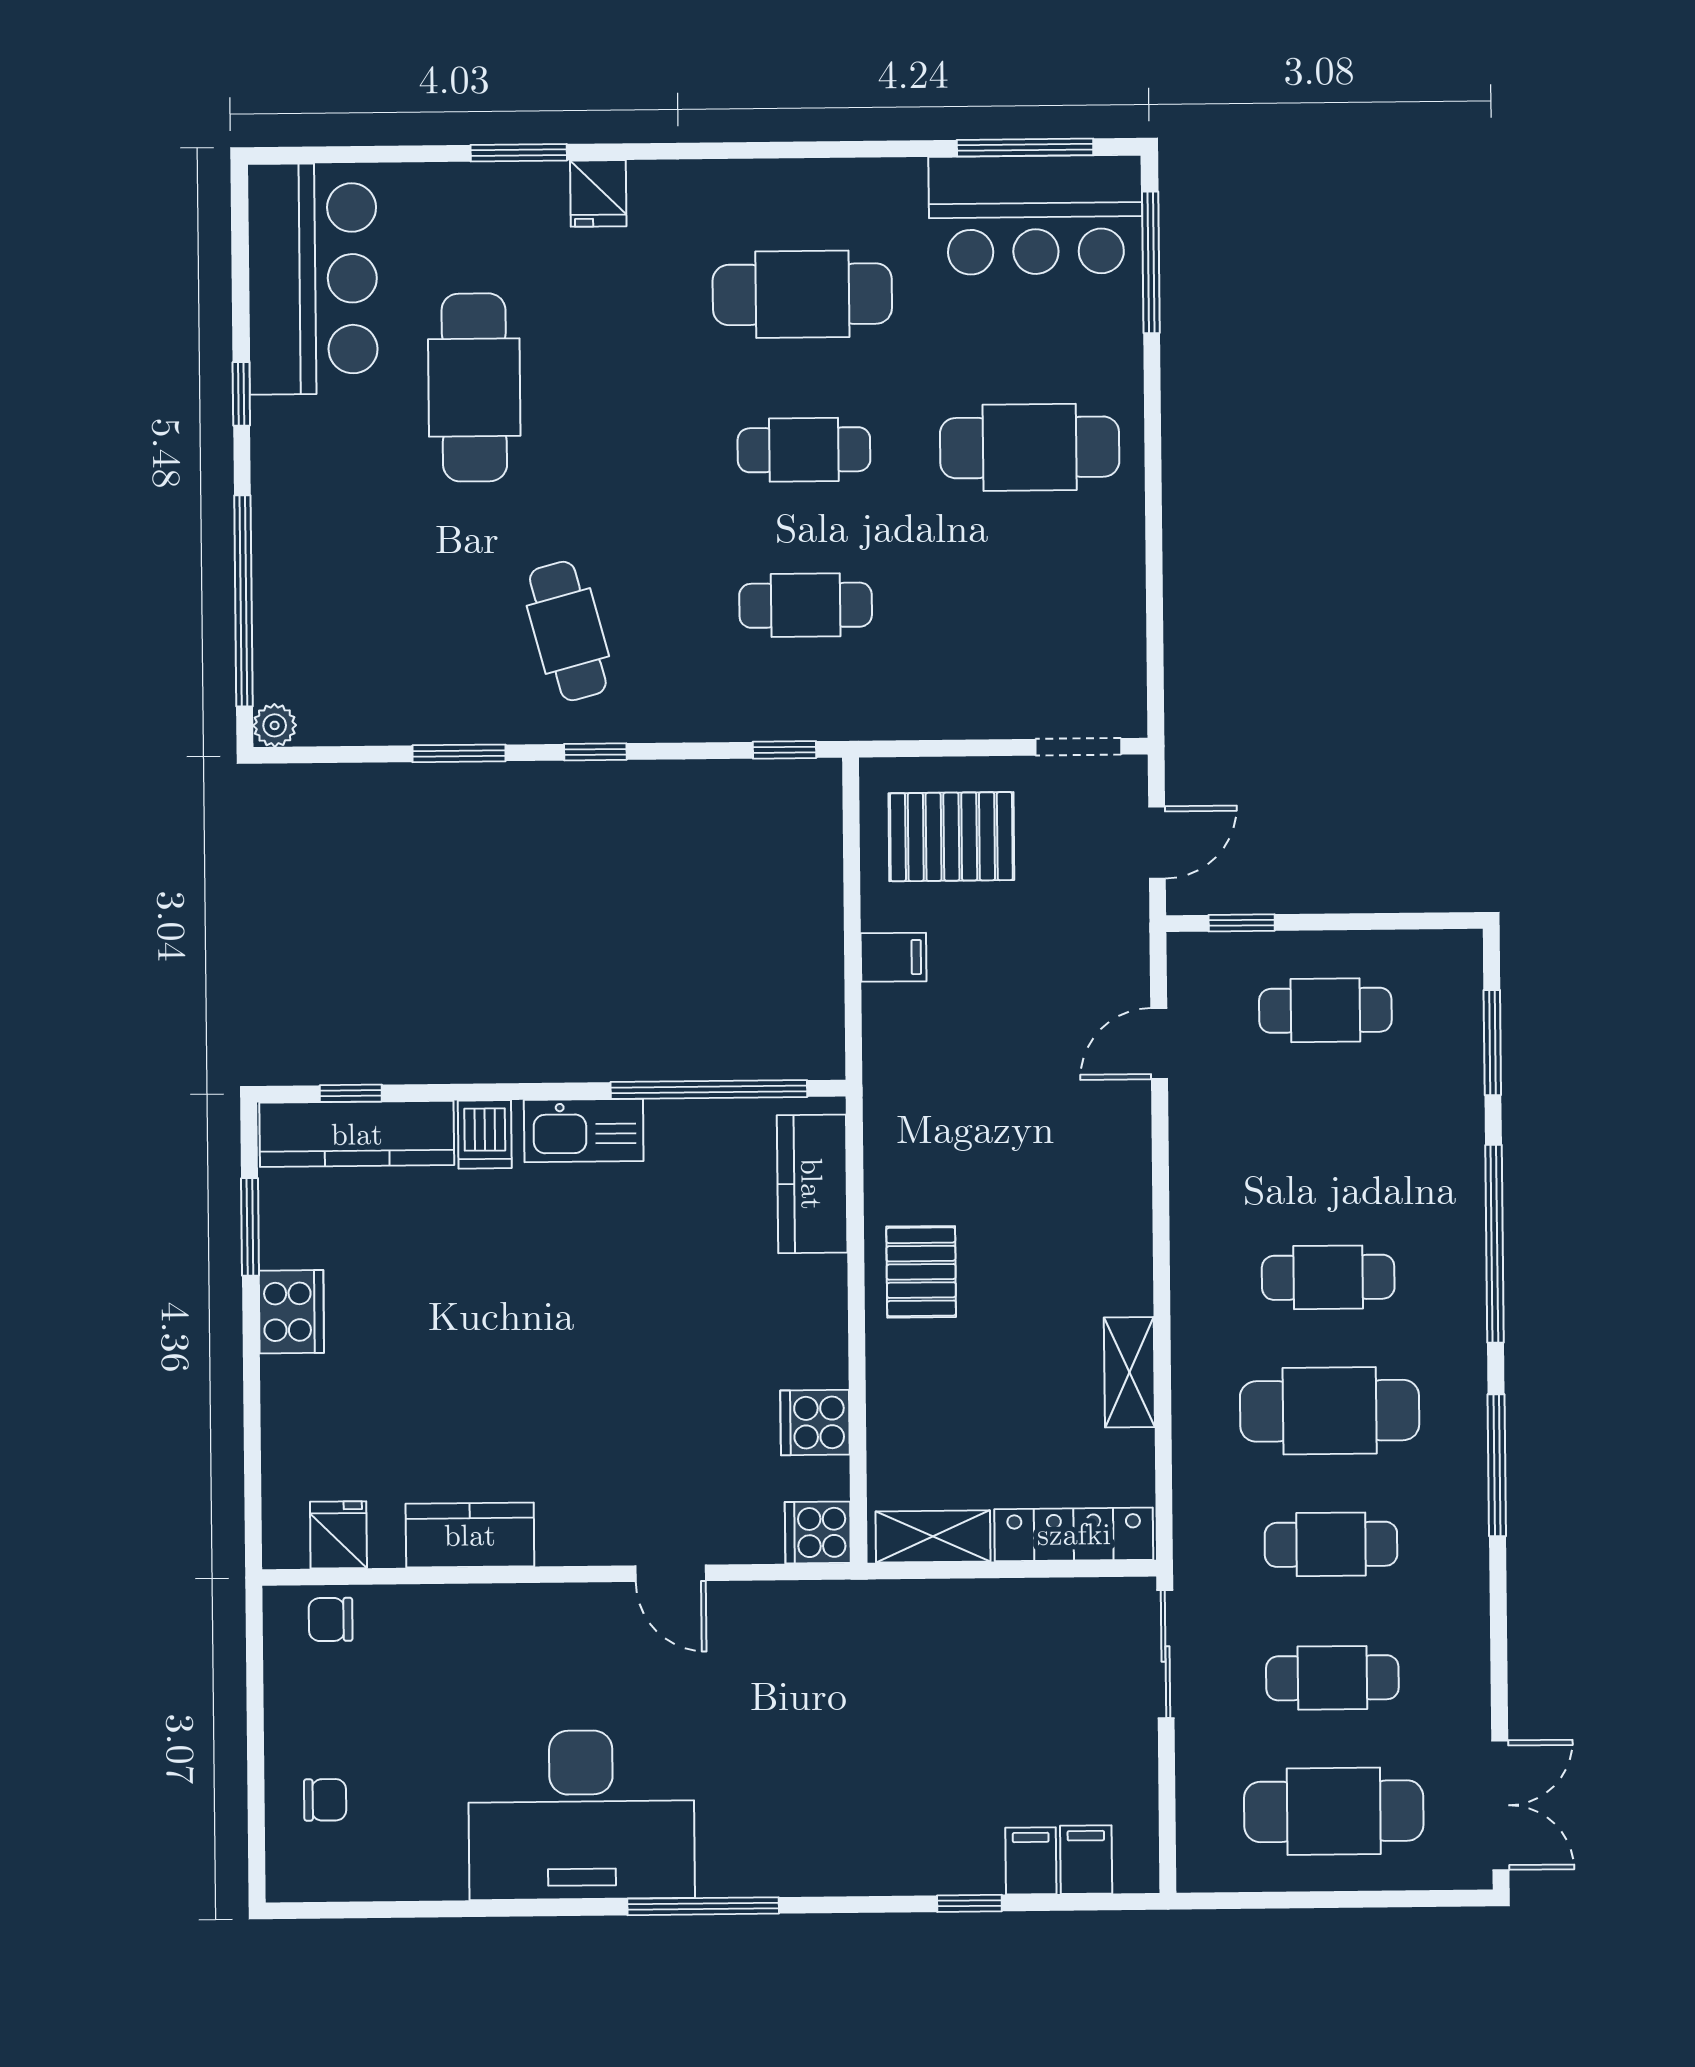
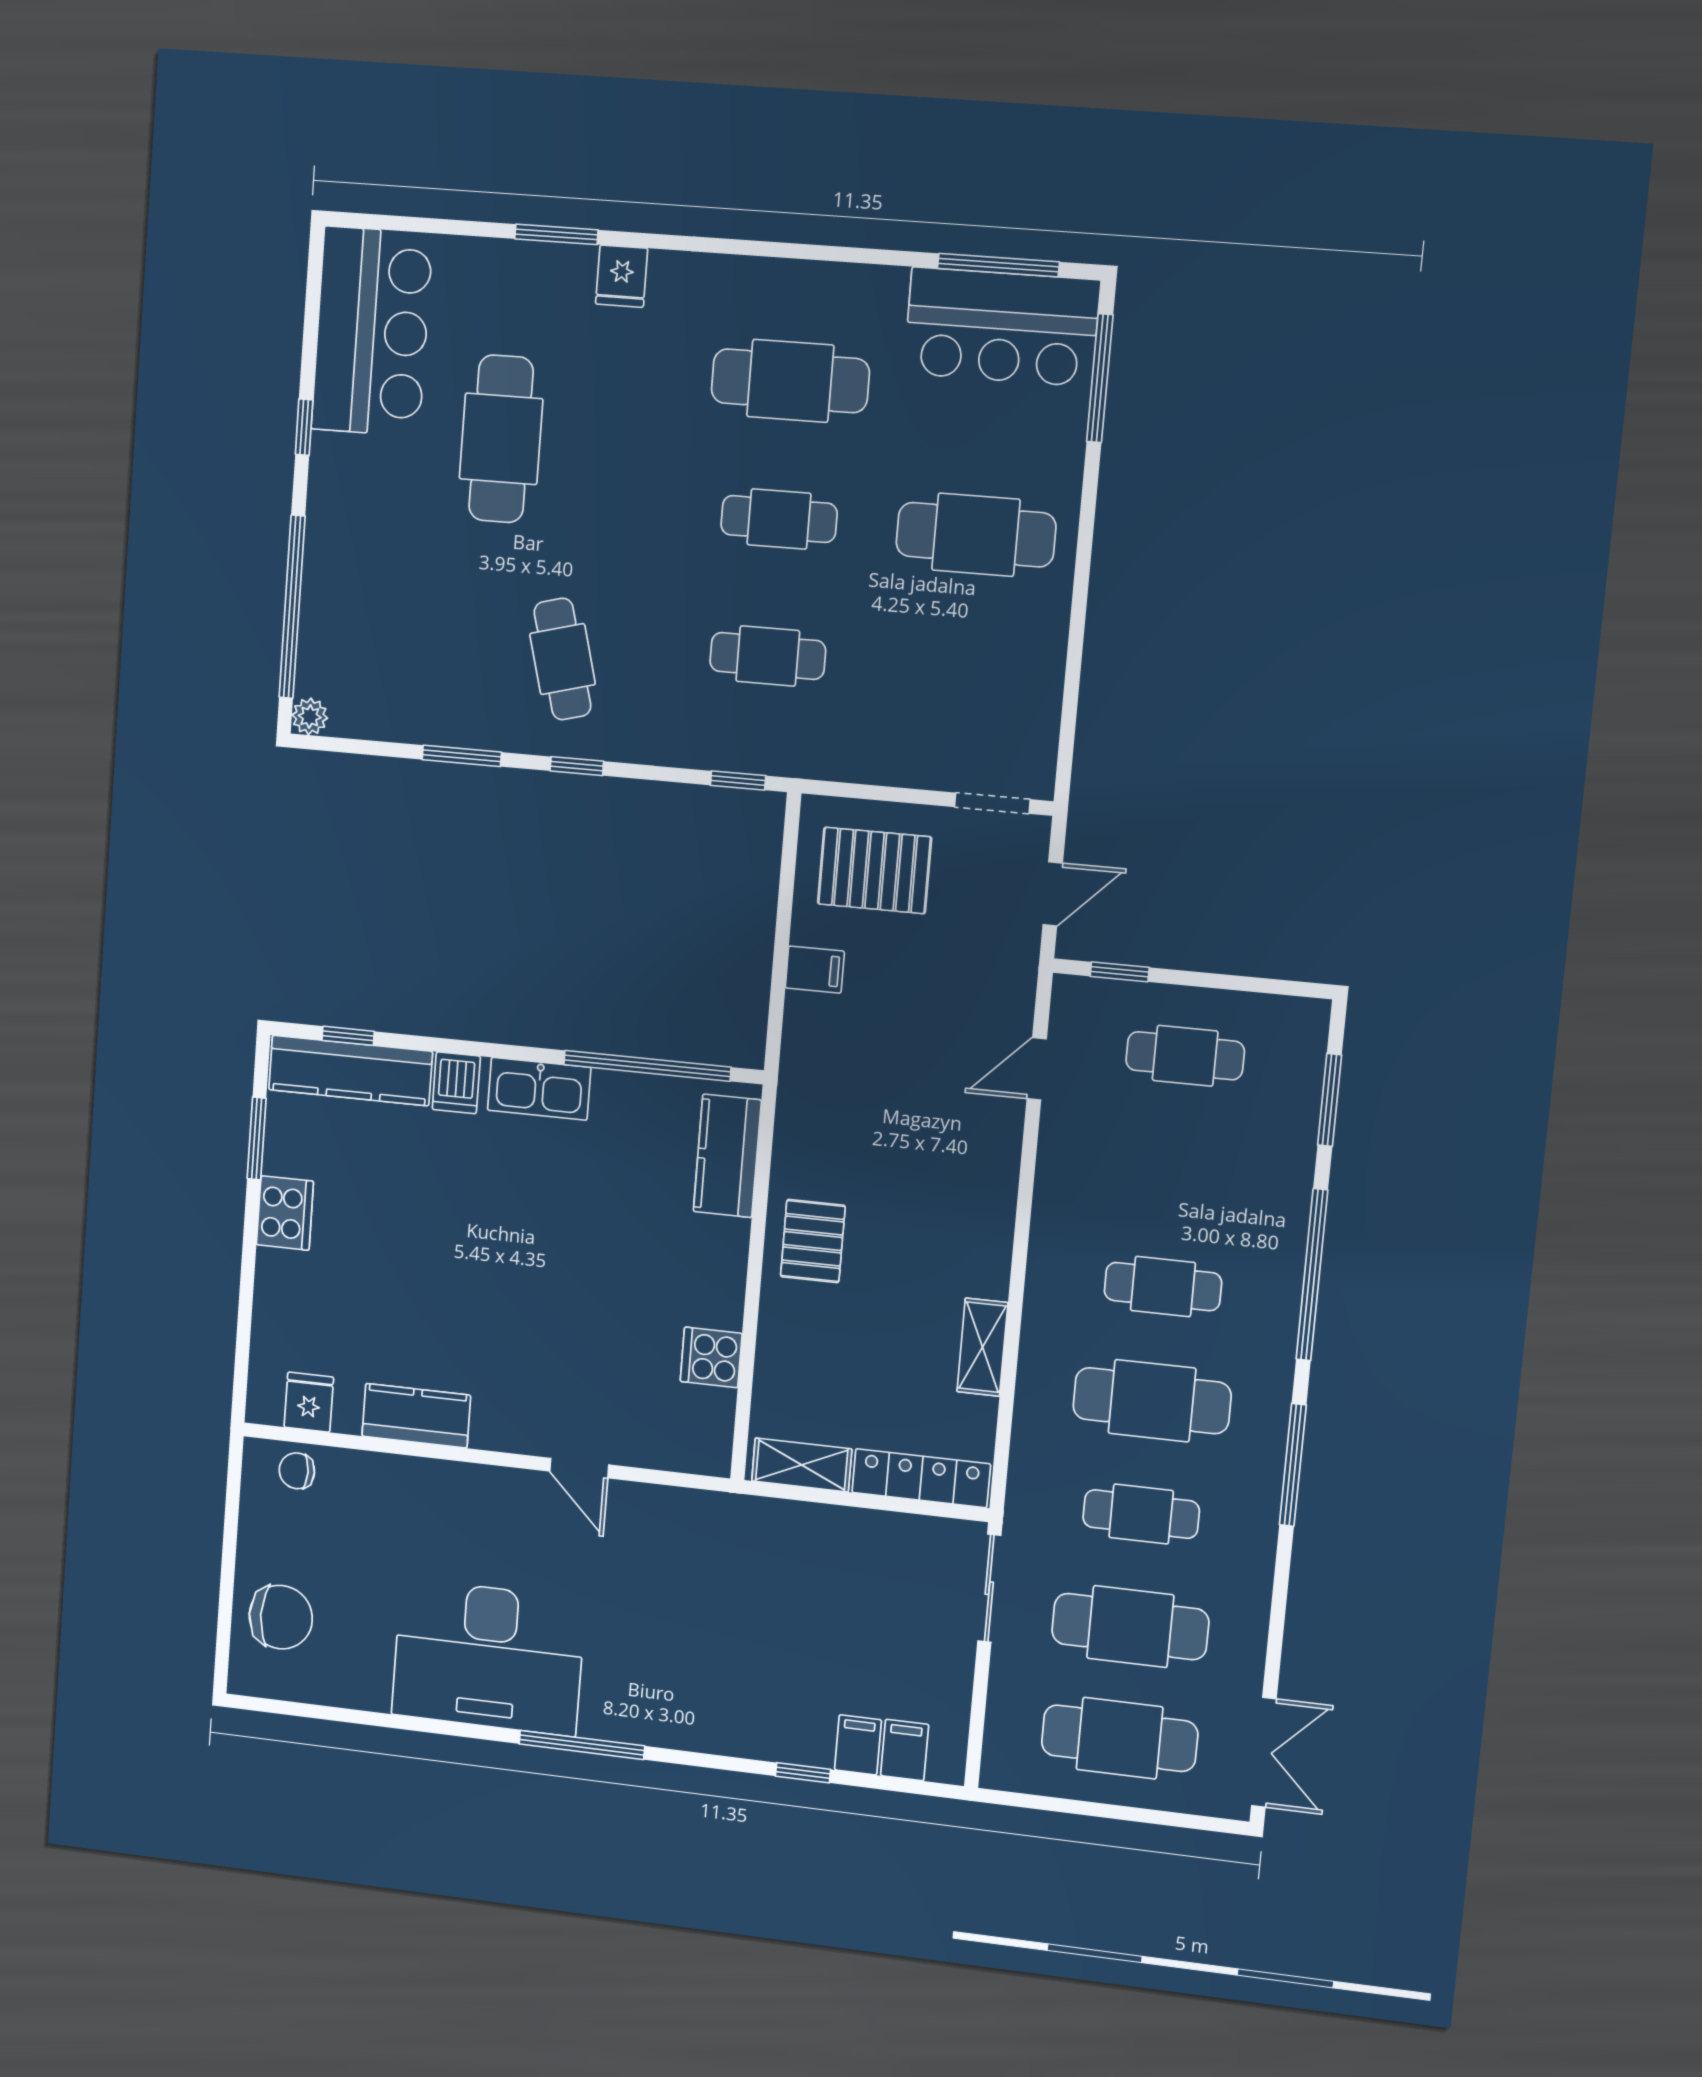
cooker: (818, 1532) -> (705, 1450), removed
cafe table: (1332, 1678) -> (1130, 1627), width x1.37, depth x1.35
chair: (325, 1800) -> (281, 1617), width x1.87, depth x1.87

